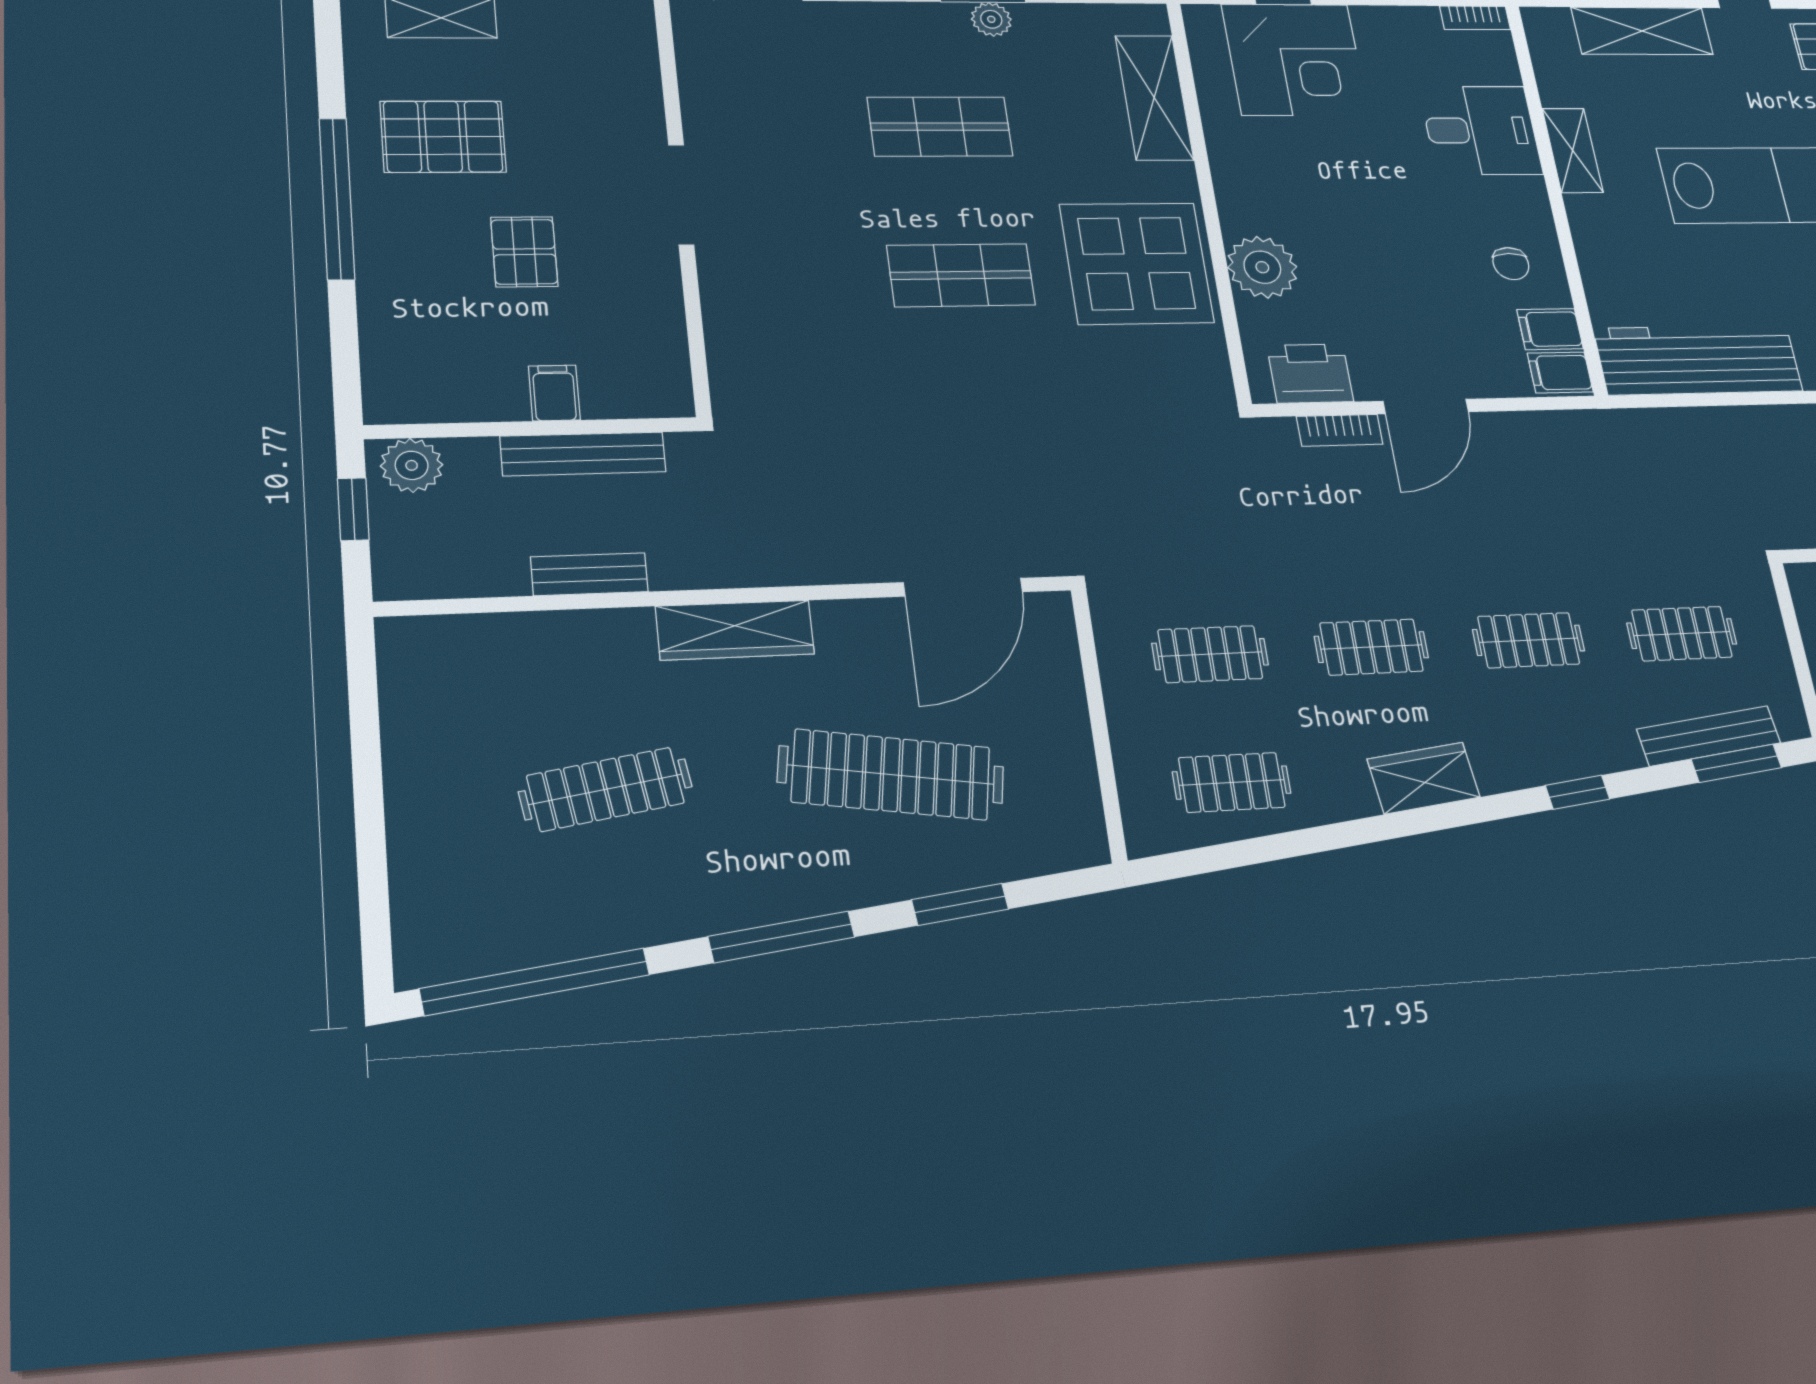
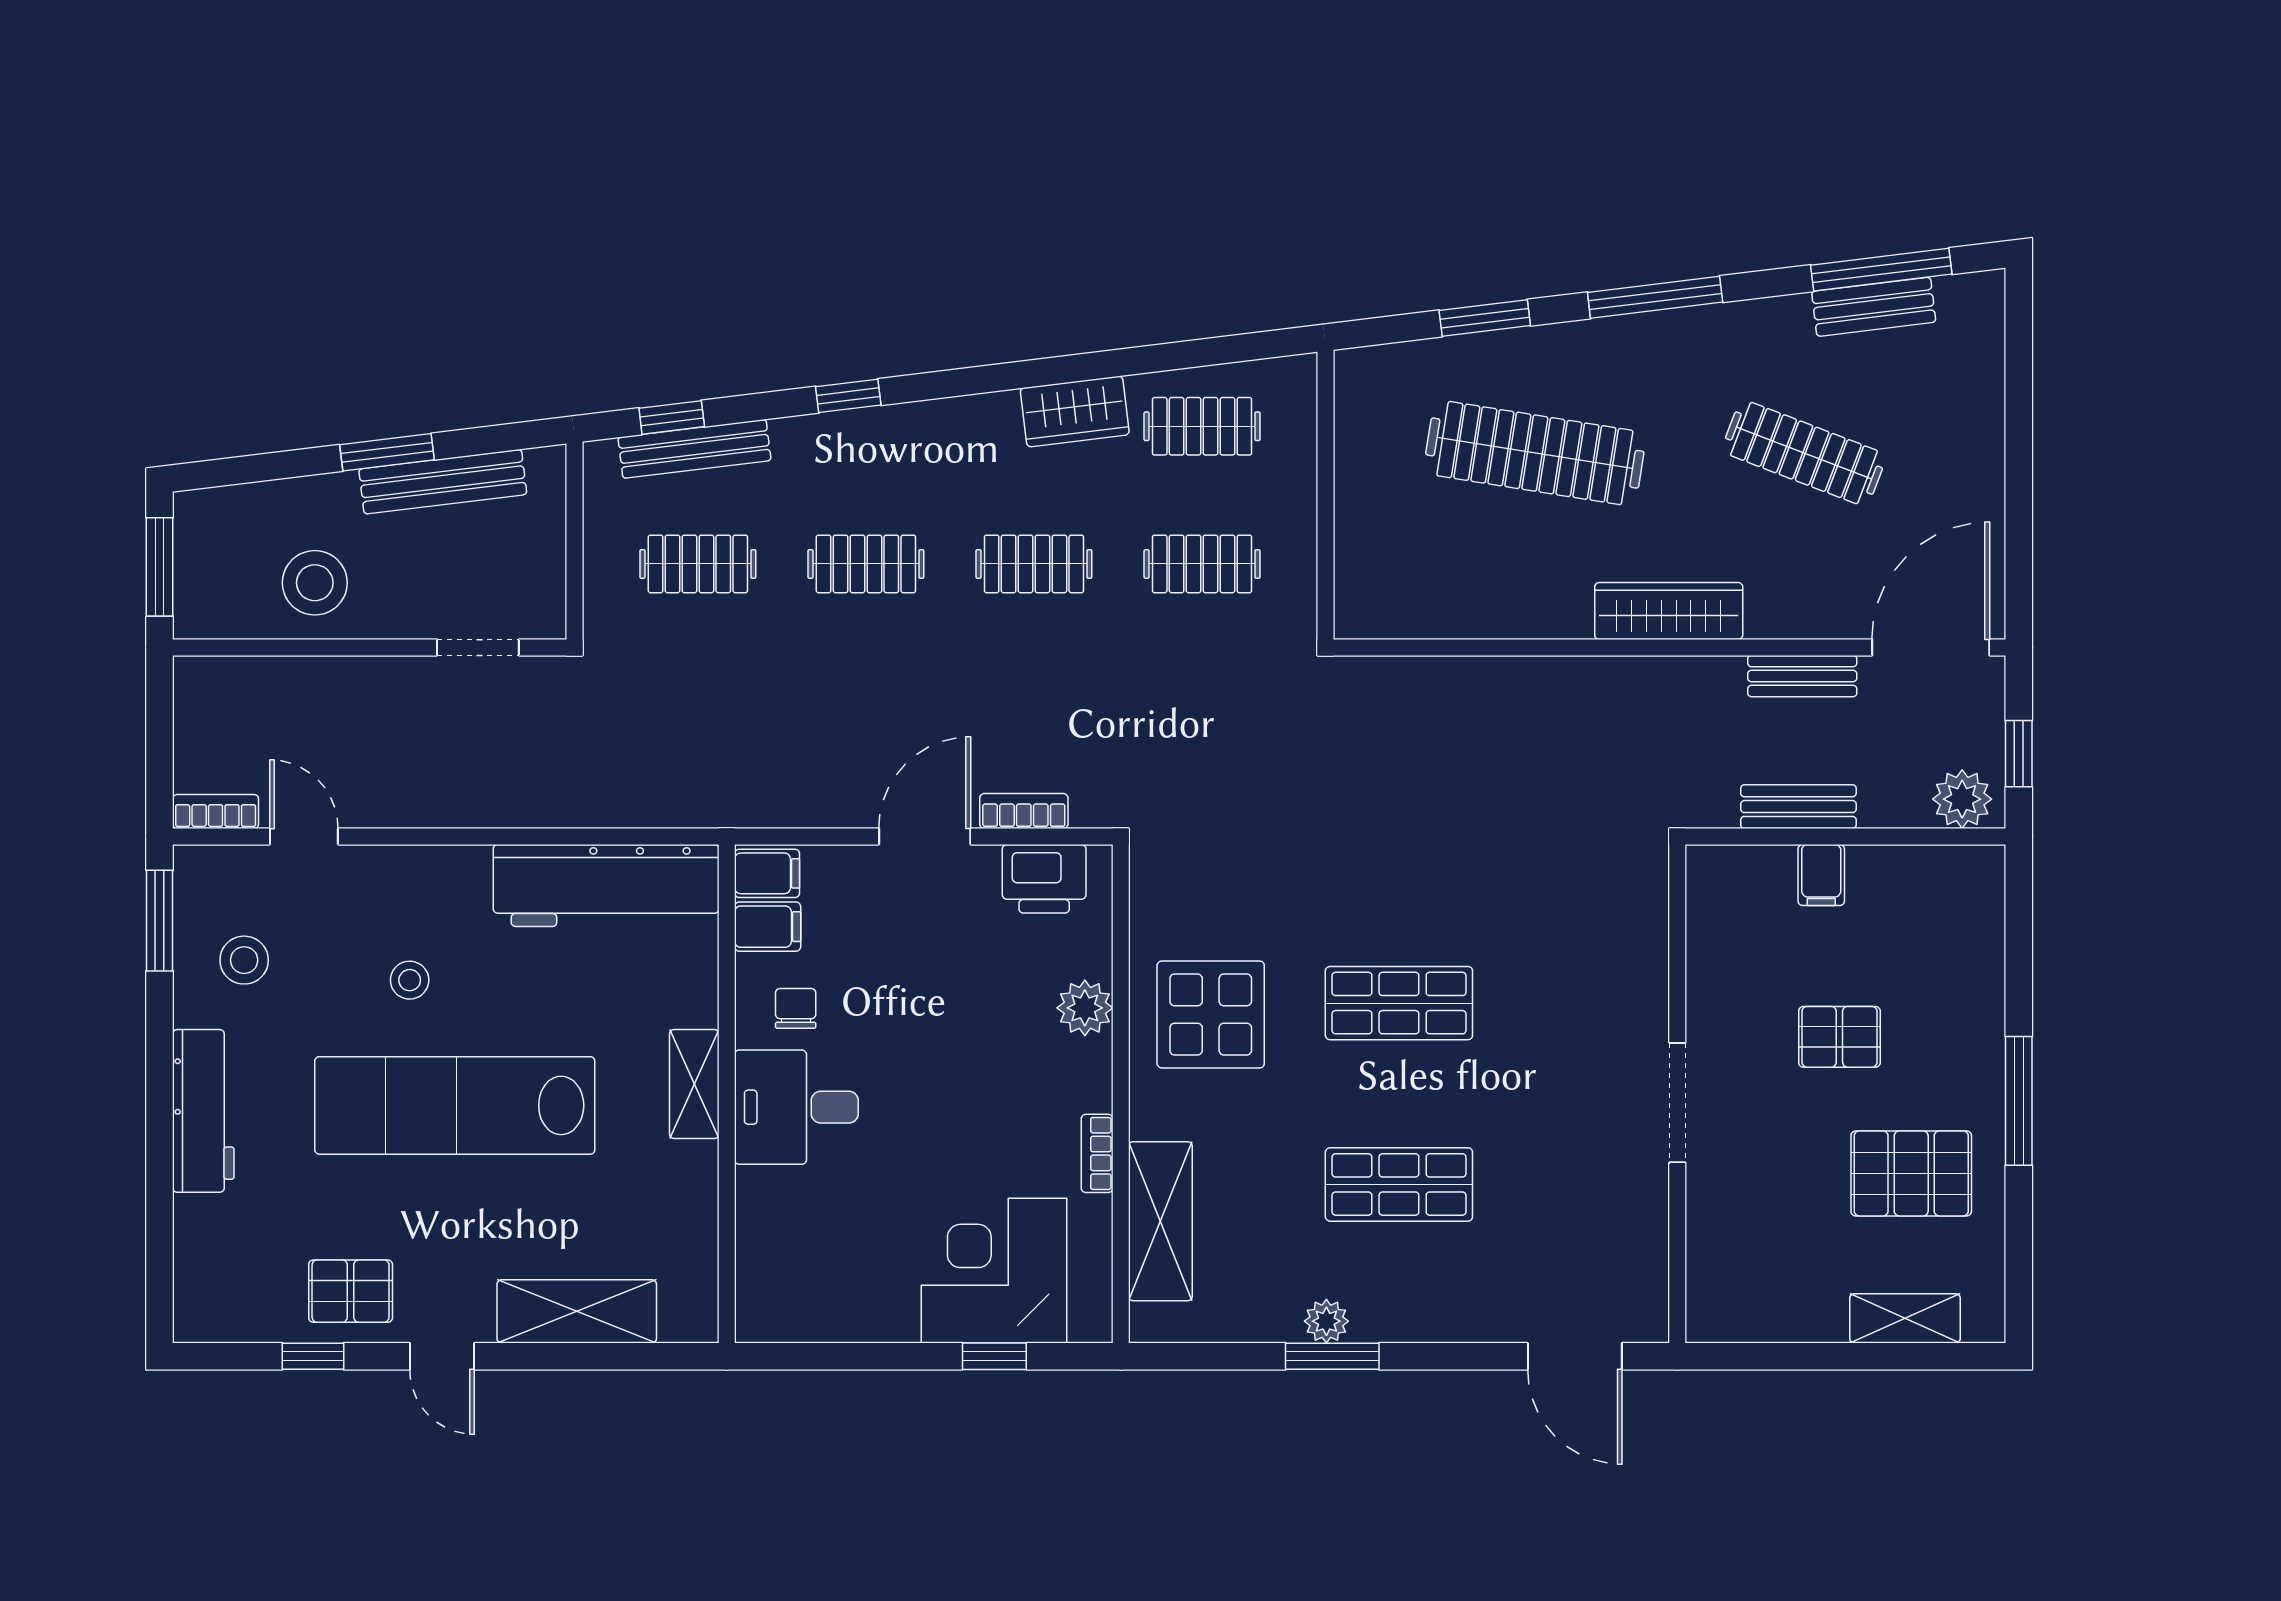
bookcase: (1475, 18) -> (1097, 1153), moved, turned -90
desk: (1481, 130) -> (796, 1107), moved
shelving: (1573, 150) -> (694, 1084), moved
window: (337, 198) -> (2019, 1101), width x0.68
pallet: (524, 252) -> (1839, 1037), turned 90
display table: (1137, 263) -> (1211, 1015), width x0.73, depth x0.73
plant: (1262, 267) -> (1085, 1008), width x0.73, depth x0.73
bench: (583, 454) -> (1798, 807), width x0.73
door: (963, 587) -> (1931, 647), moved
window: (1736, 763) -> (672, 417), width x0.67
wardrobe: (1424, 778) -> (1075, 411), moved
clothes rail: (606, 789) -> (1804, 453), turned 30
bench: (541, 942) -> (1874, 307), added
window: (535, 982) -> (1881, 270), width x0.68

